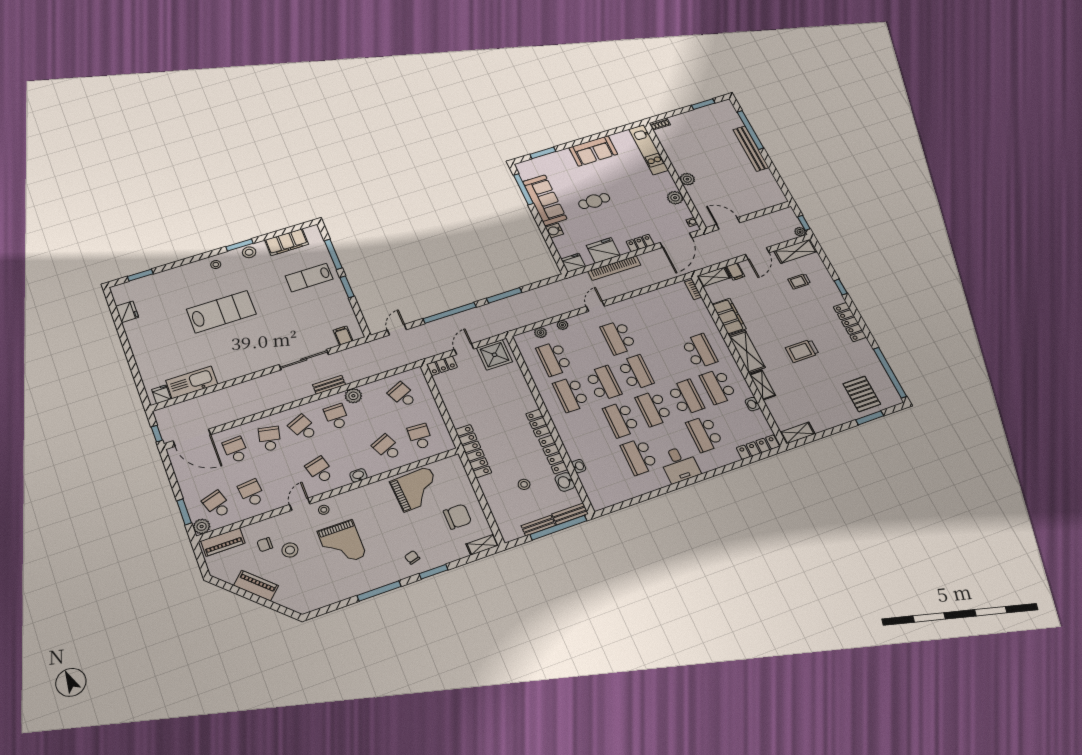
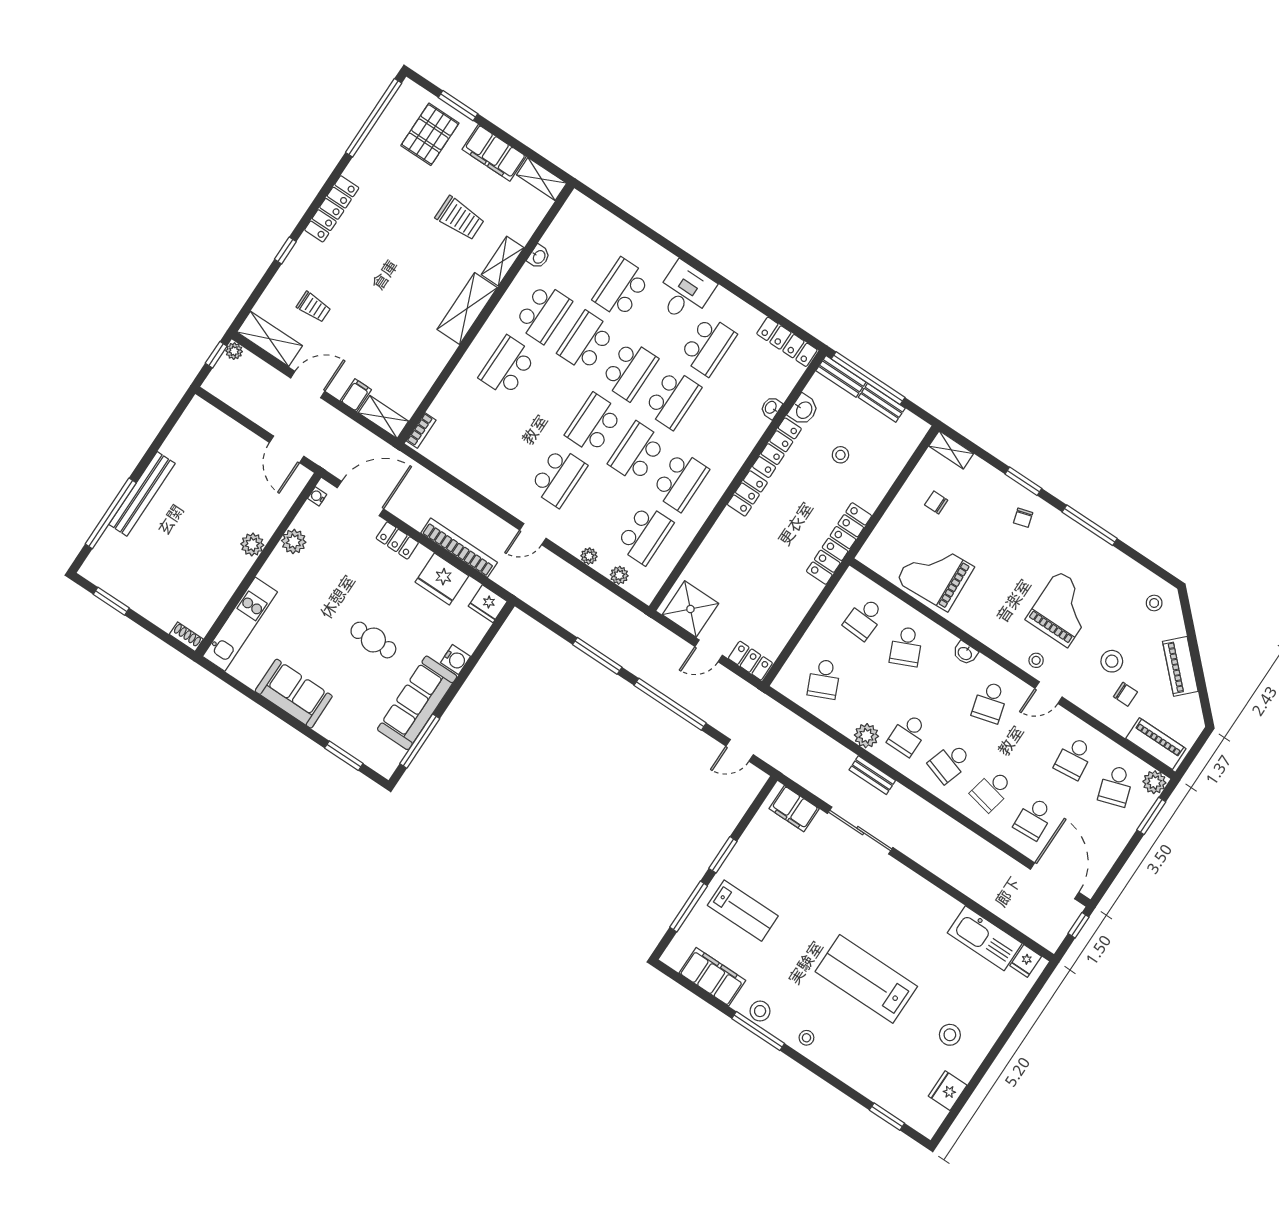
window: (240, 245) -> (758, 1031), width x1.44
filing cabinet: (729, 316) -> (494, 153), moved, turned -90
stool: (156, 332) -> (950, 1035), added
filing cabinet: (343, 336) -> (794, 809), width x2.00
trolley: (802, 351) -> (460, 218), moved
school desk: (303, 428) -> (950, 763), turned 42
school desk: (705, 434) -> (622, 288), turned 180
locker: (758, 447) -> (787, 342), moved
chair: (457, 517) -> (936, 503), width x0.54, depth x0.54
stool: (305, 596) -> (1154, 603), added

